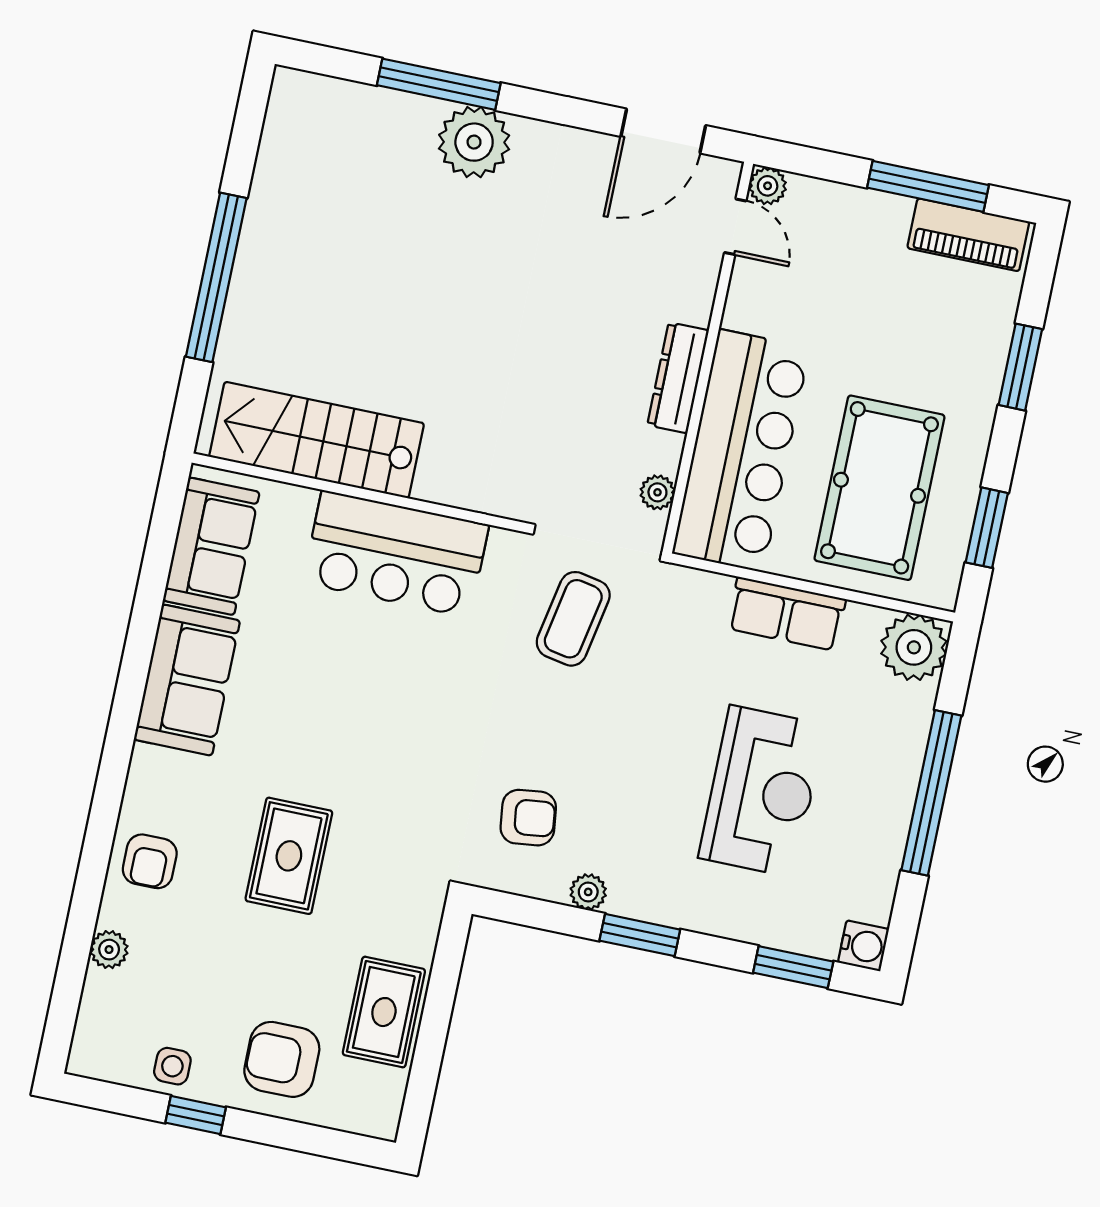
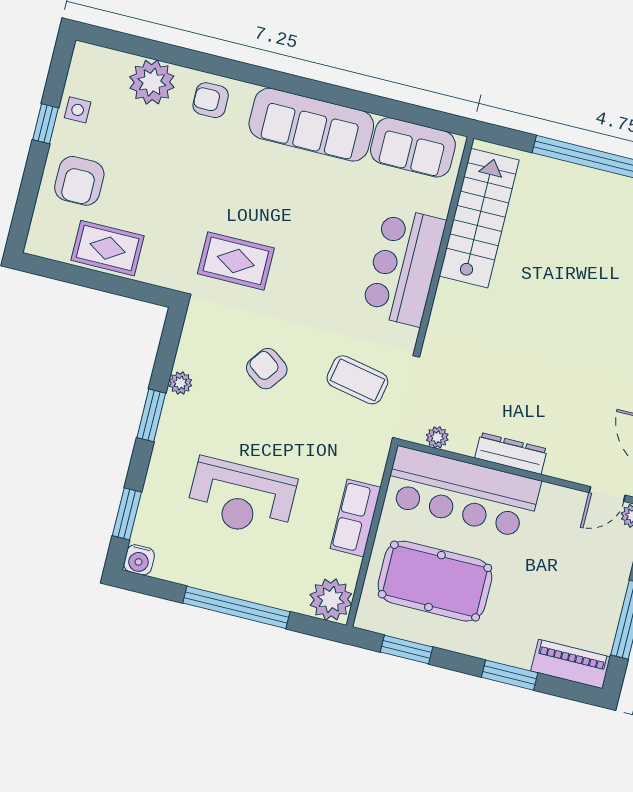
piano: (968, 235) -> (571, 664), moved, turned 90
sofa: (187, 680) -> (311, 125), width x1.36
armchair: (528, 818) -> (267, 369), moved, turned 133
rug: (289, 856) -> (236, 261), moved
plant: (109, 950) -> (152, 82), width x1.88, depth x1.88
armchair: (282, 1059) -> (79, 181), turned 180

